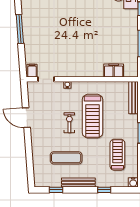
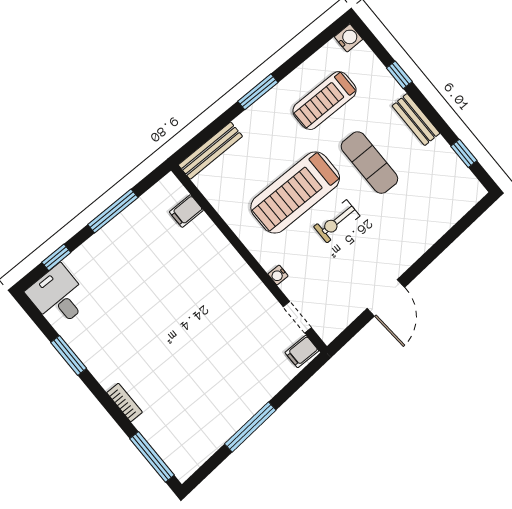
filing cabinet: (114, 71) -> (186, 211), width x0.50
treadmill: (92, 116) -> (295, 193), turned 180
exercise mat: (66, 158) -> (369, 163), moved
bench: (78, 183) -> (416, 120), width x0.73

